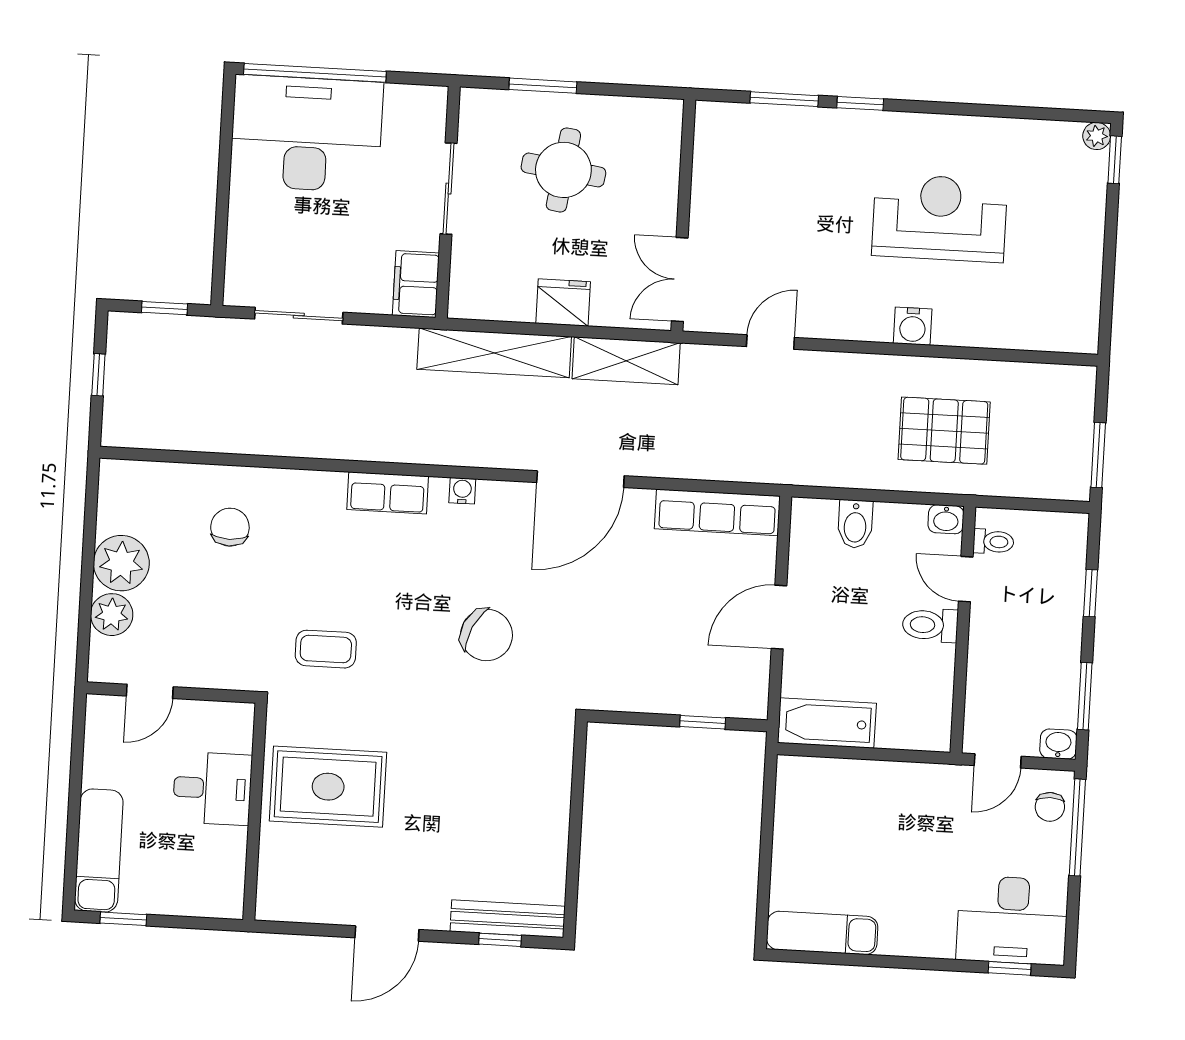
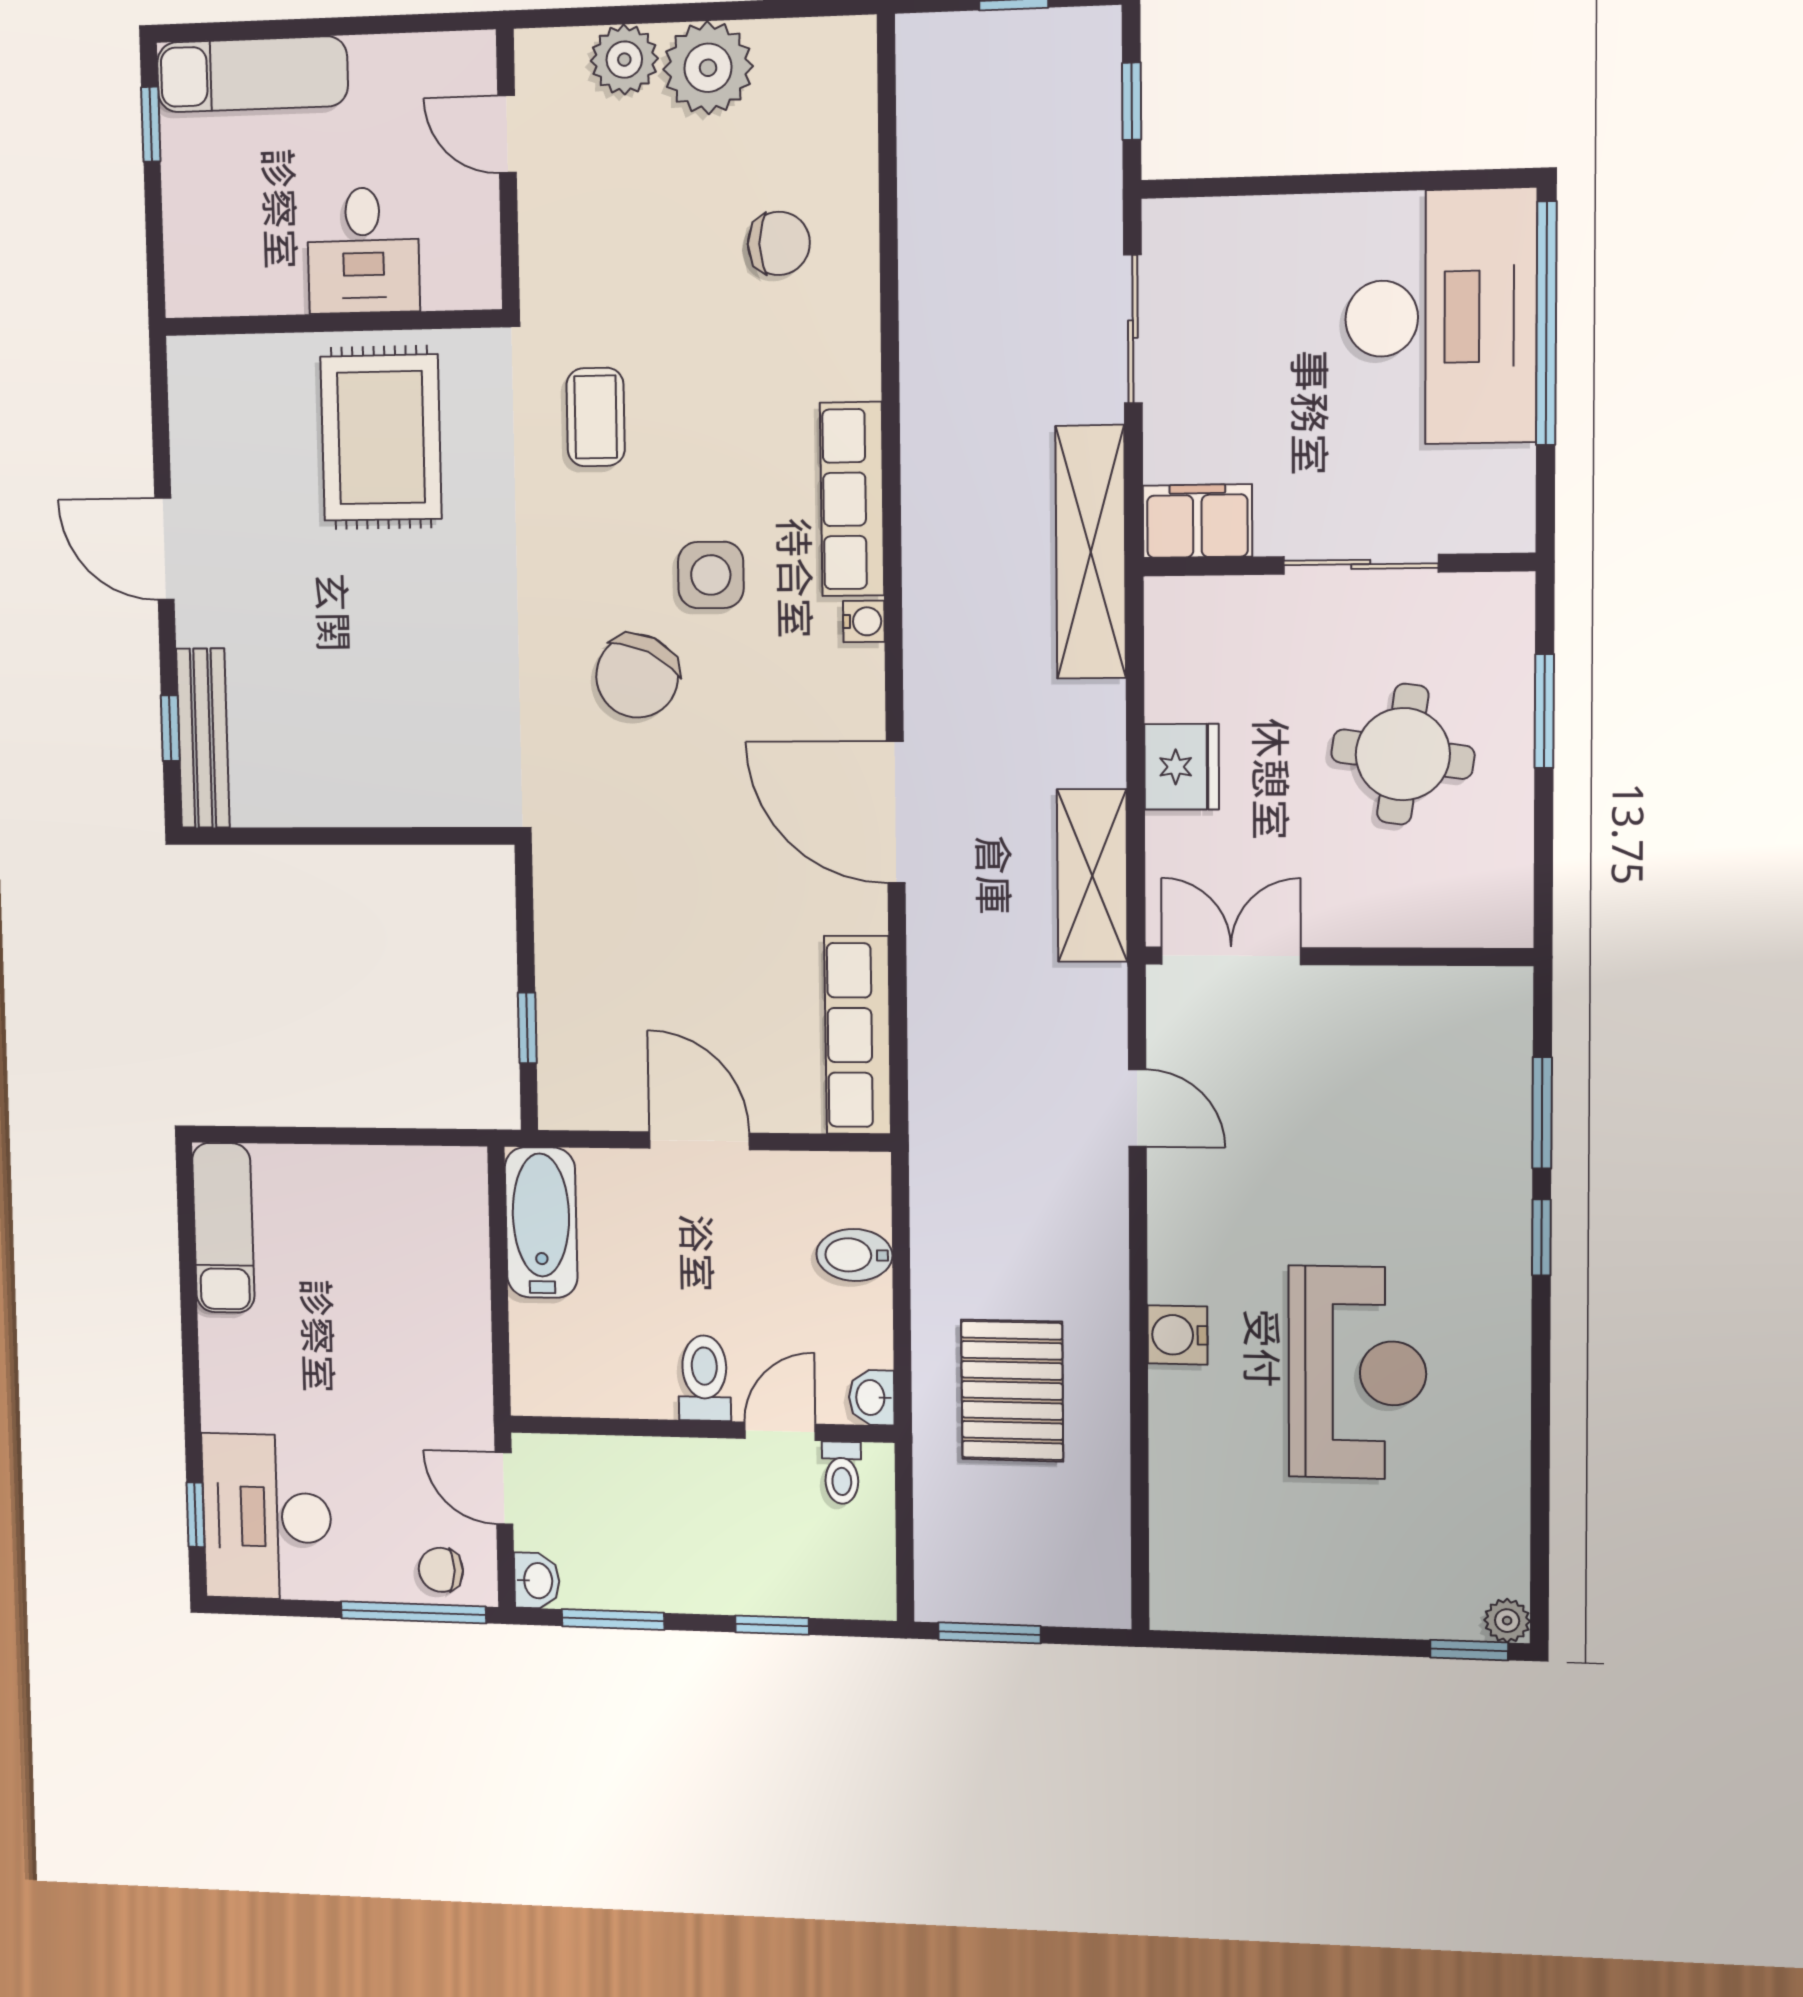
shelving: (494, 353) -> (1091, 552), moved
row of seats: (388, 493) -> (852, 499), width x1.48
side table: (428, 584) -> (711, 575), added

